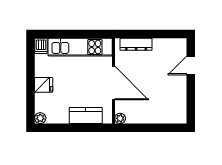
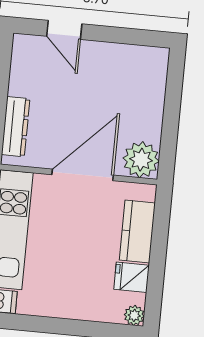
fridge: (44, 85) -> (132, 277), moved, turned -90
plant: (120, 118) -> (141, 160), width x1.88, depth x1.88

